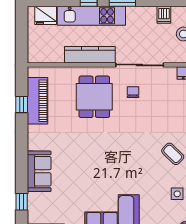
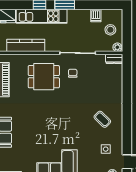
kitchen counter: (90, 55) -> (26, 45), moved
dining table: (94, 97) -> (44, 77), turned 90

